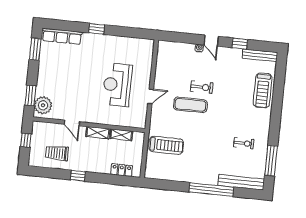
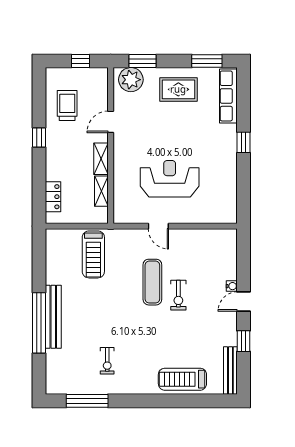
rug: (54, 72) -> (178, 89), added
bench: (241, 182) -> (53, 317), moved

